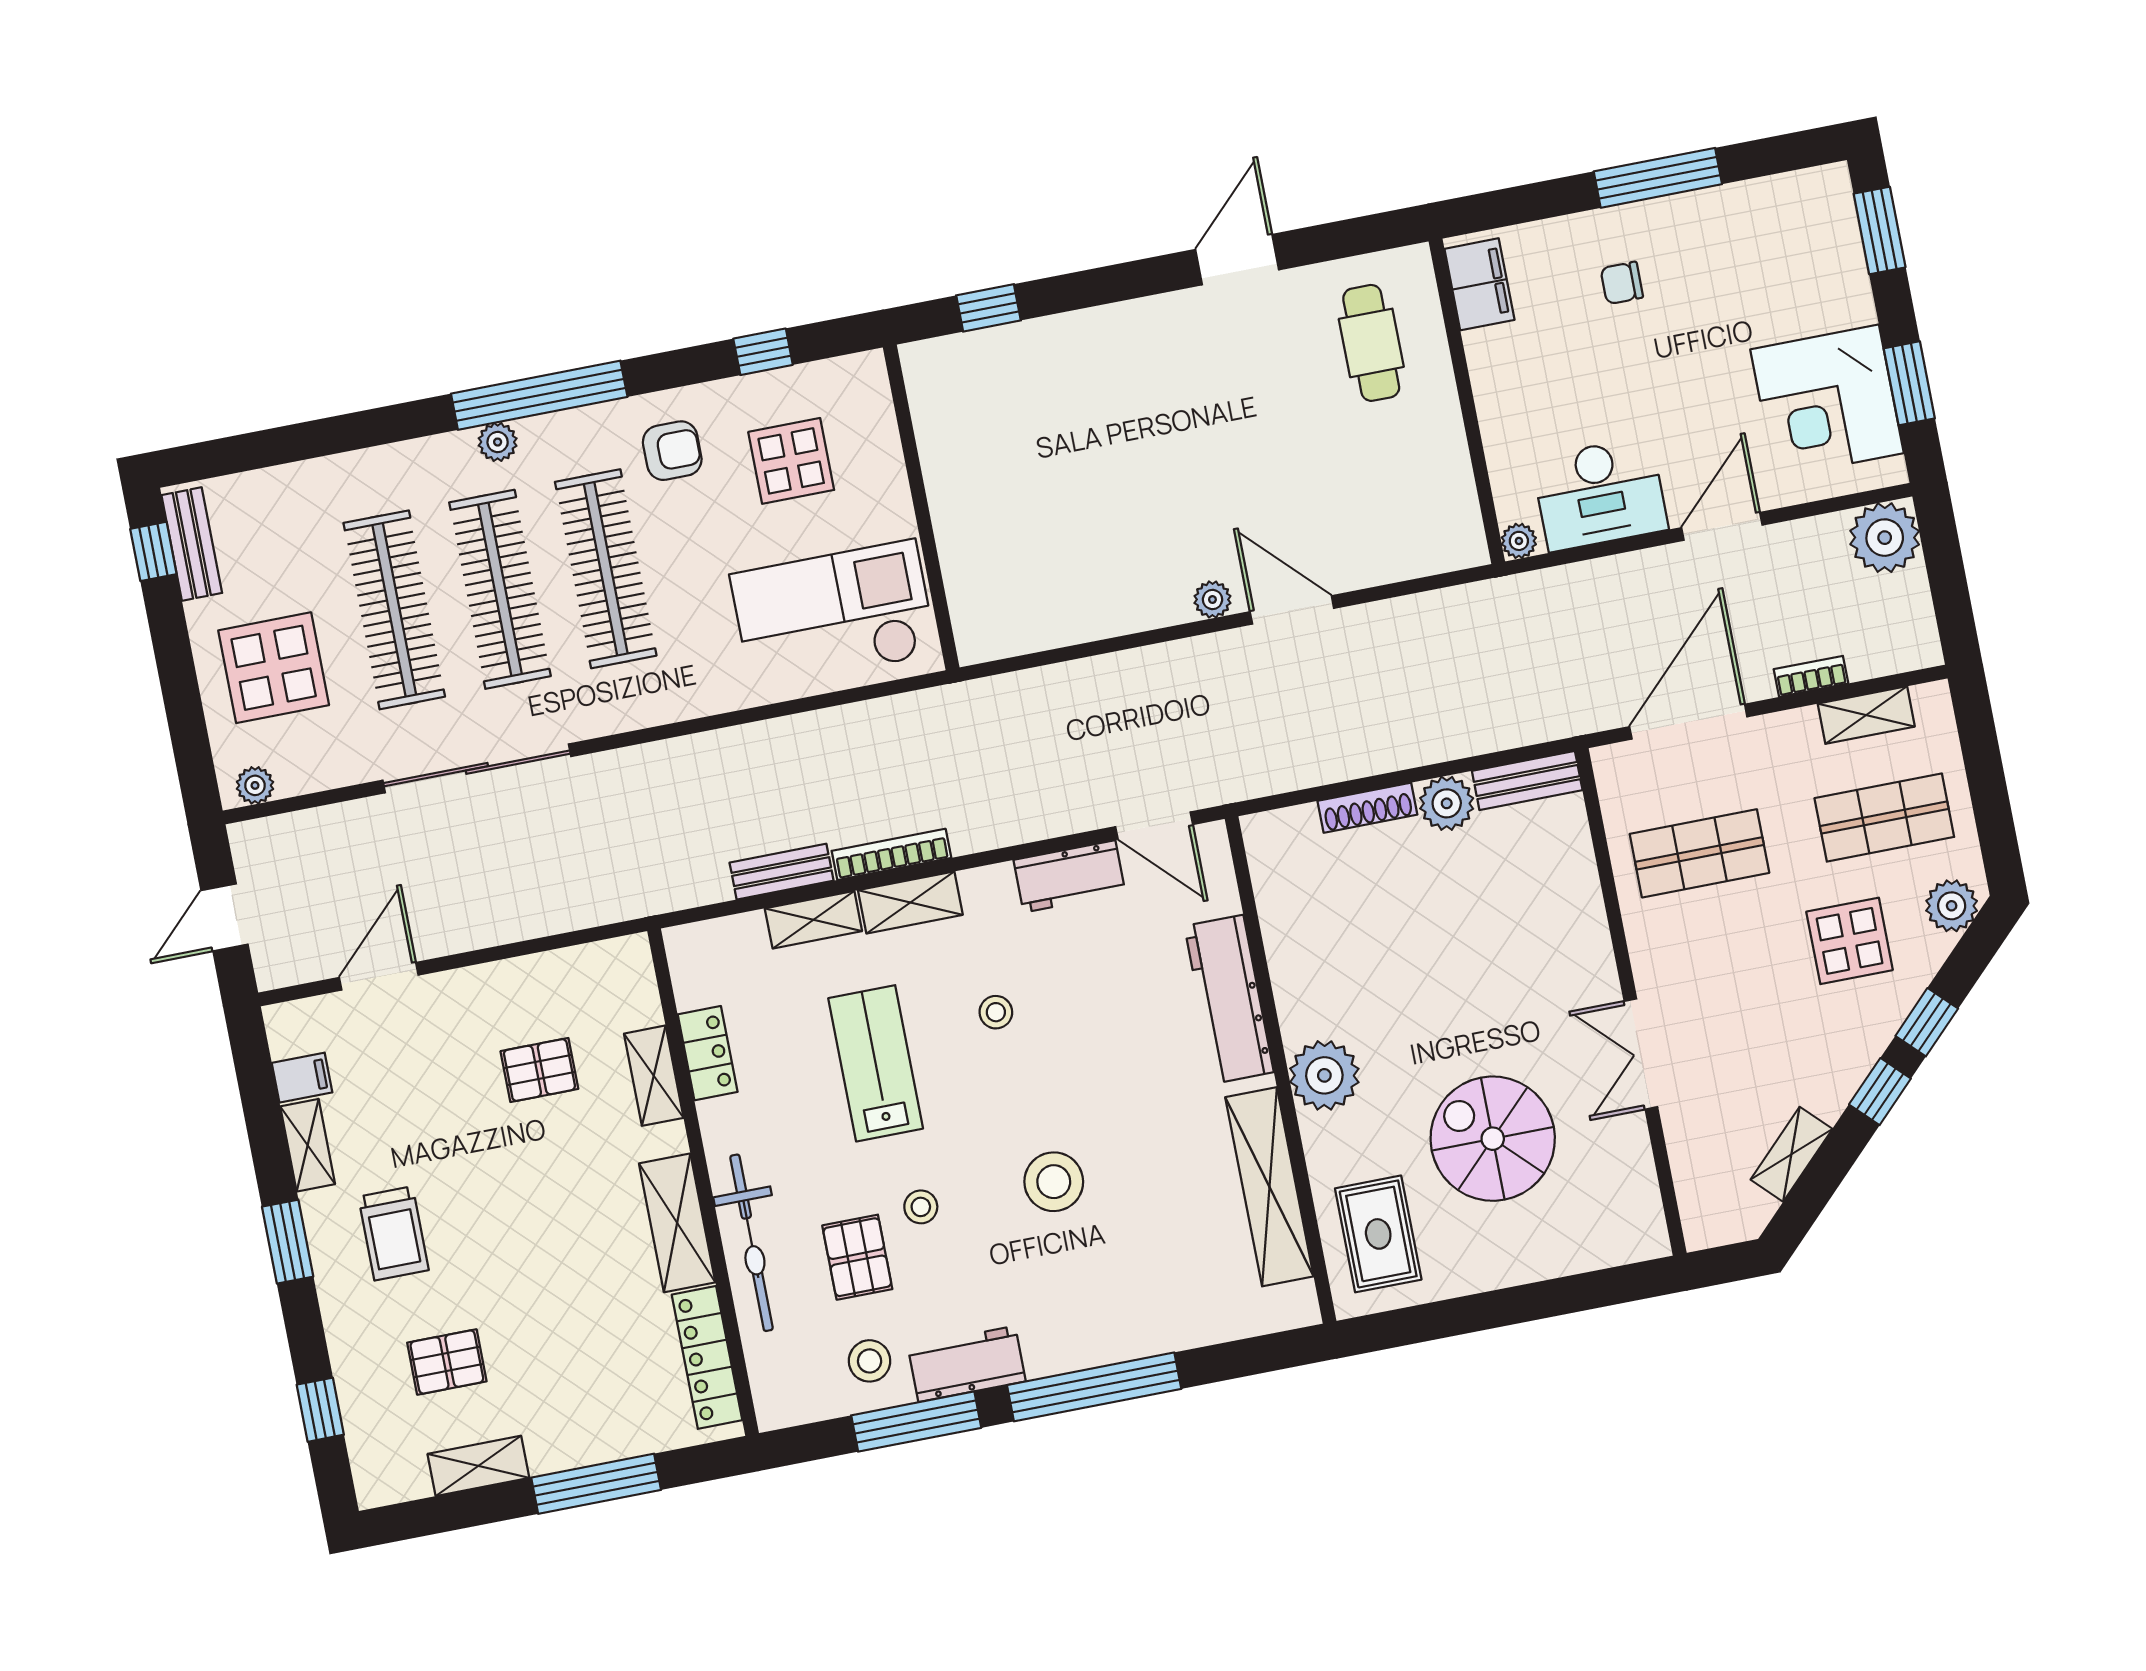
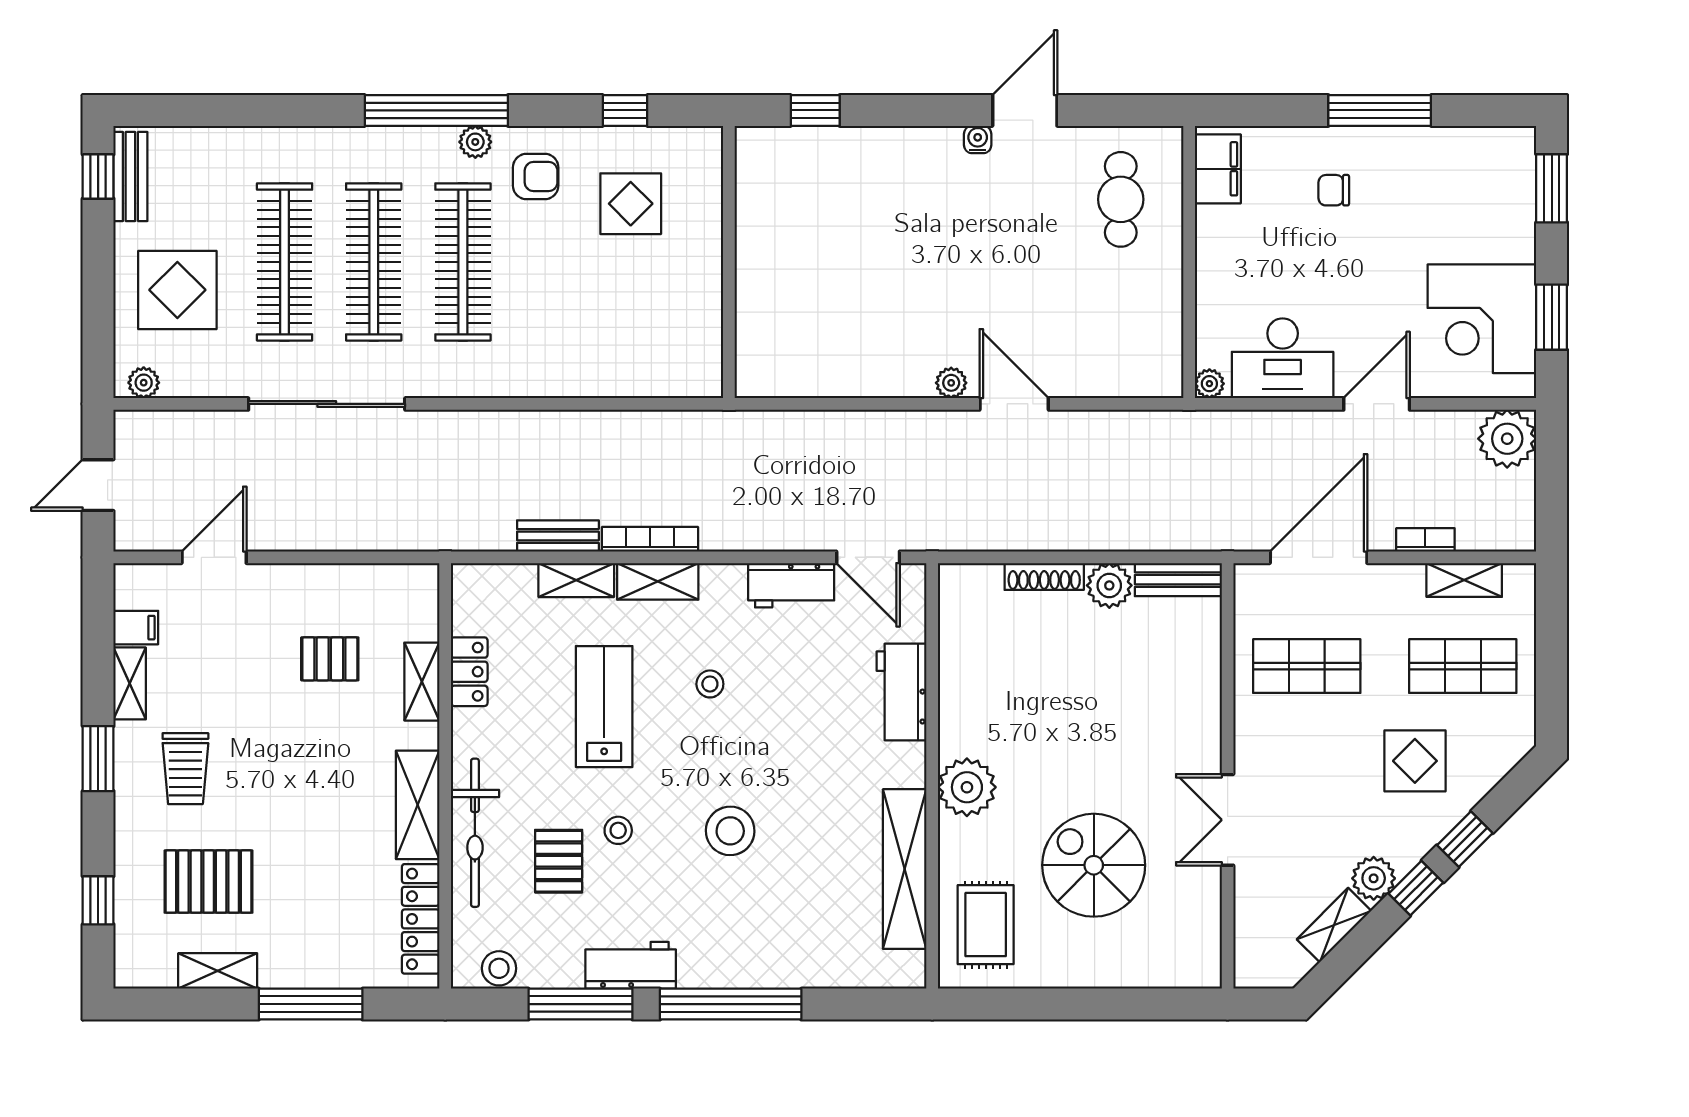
water cooler: (1188, 305) -> (978, 139), added
plant: (498, 442) -> (475, 142), moved
checkout: (833, 614) -> (641, 335), removed
plant: (1952, 906) -> (1374, 878), moved
workbench: (1229, 999) -> (901, 692), width x0.73
stool: (870, 1361) -> (499, 968), moved
pallet: (447, 1362) -> (209, 882), width x1.50, depth x1.42

